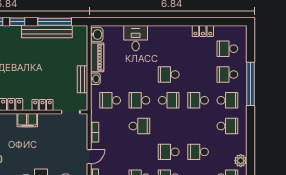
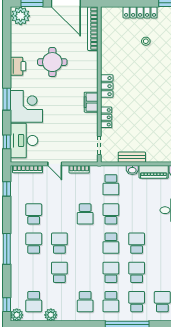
school desk: (198, 75) -> (137, 272), added
school desk: (110, 100) -> (111, 185), turned 180

